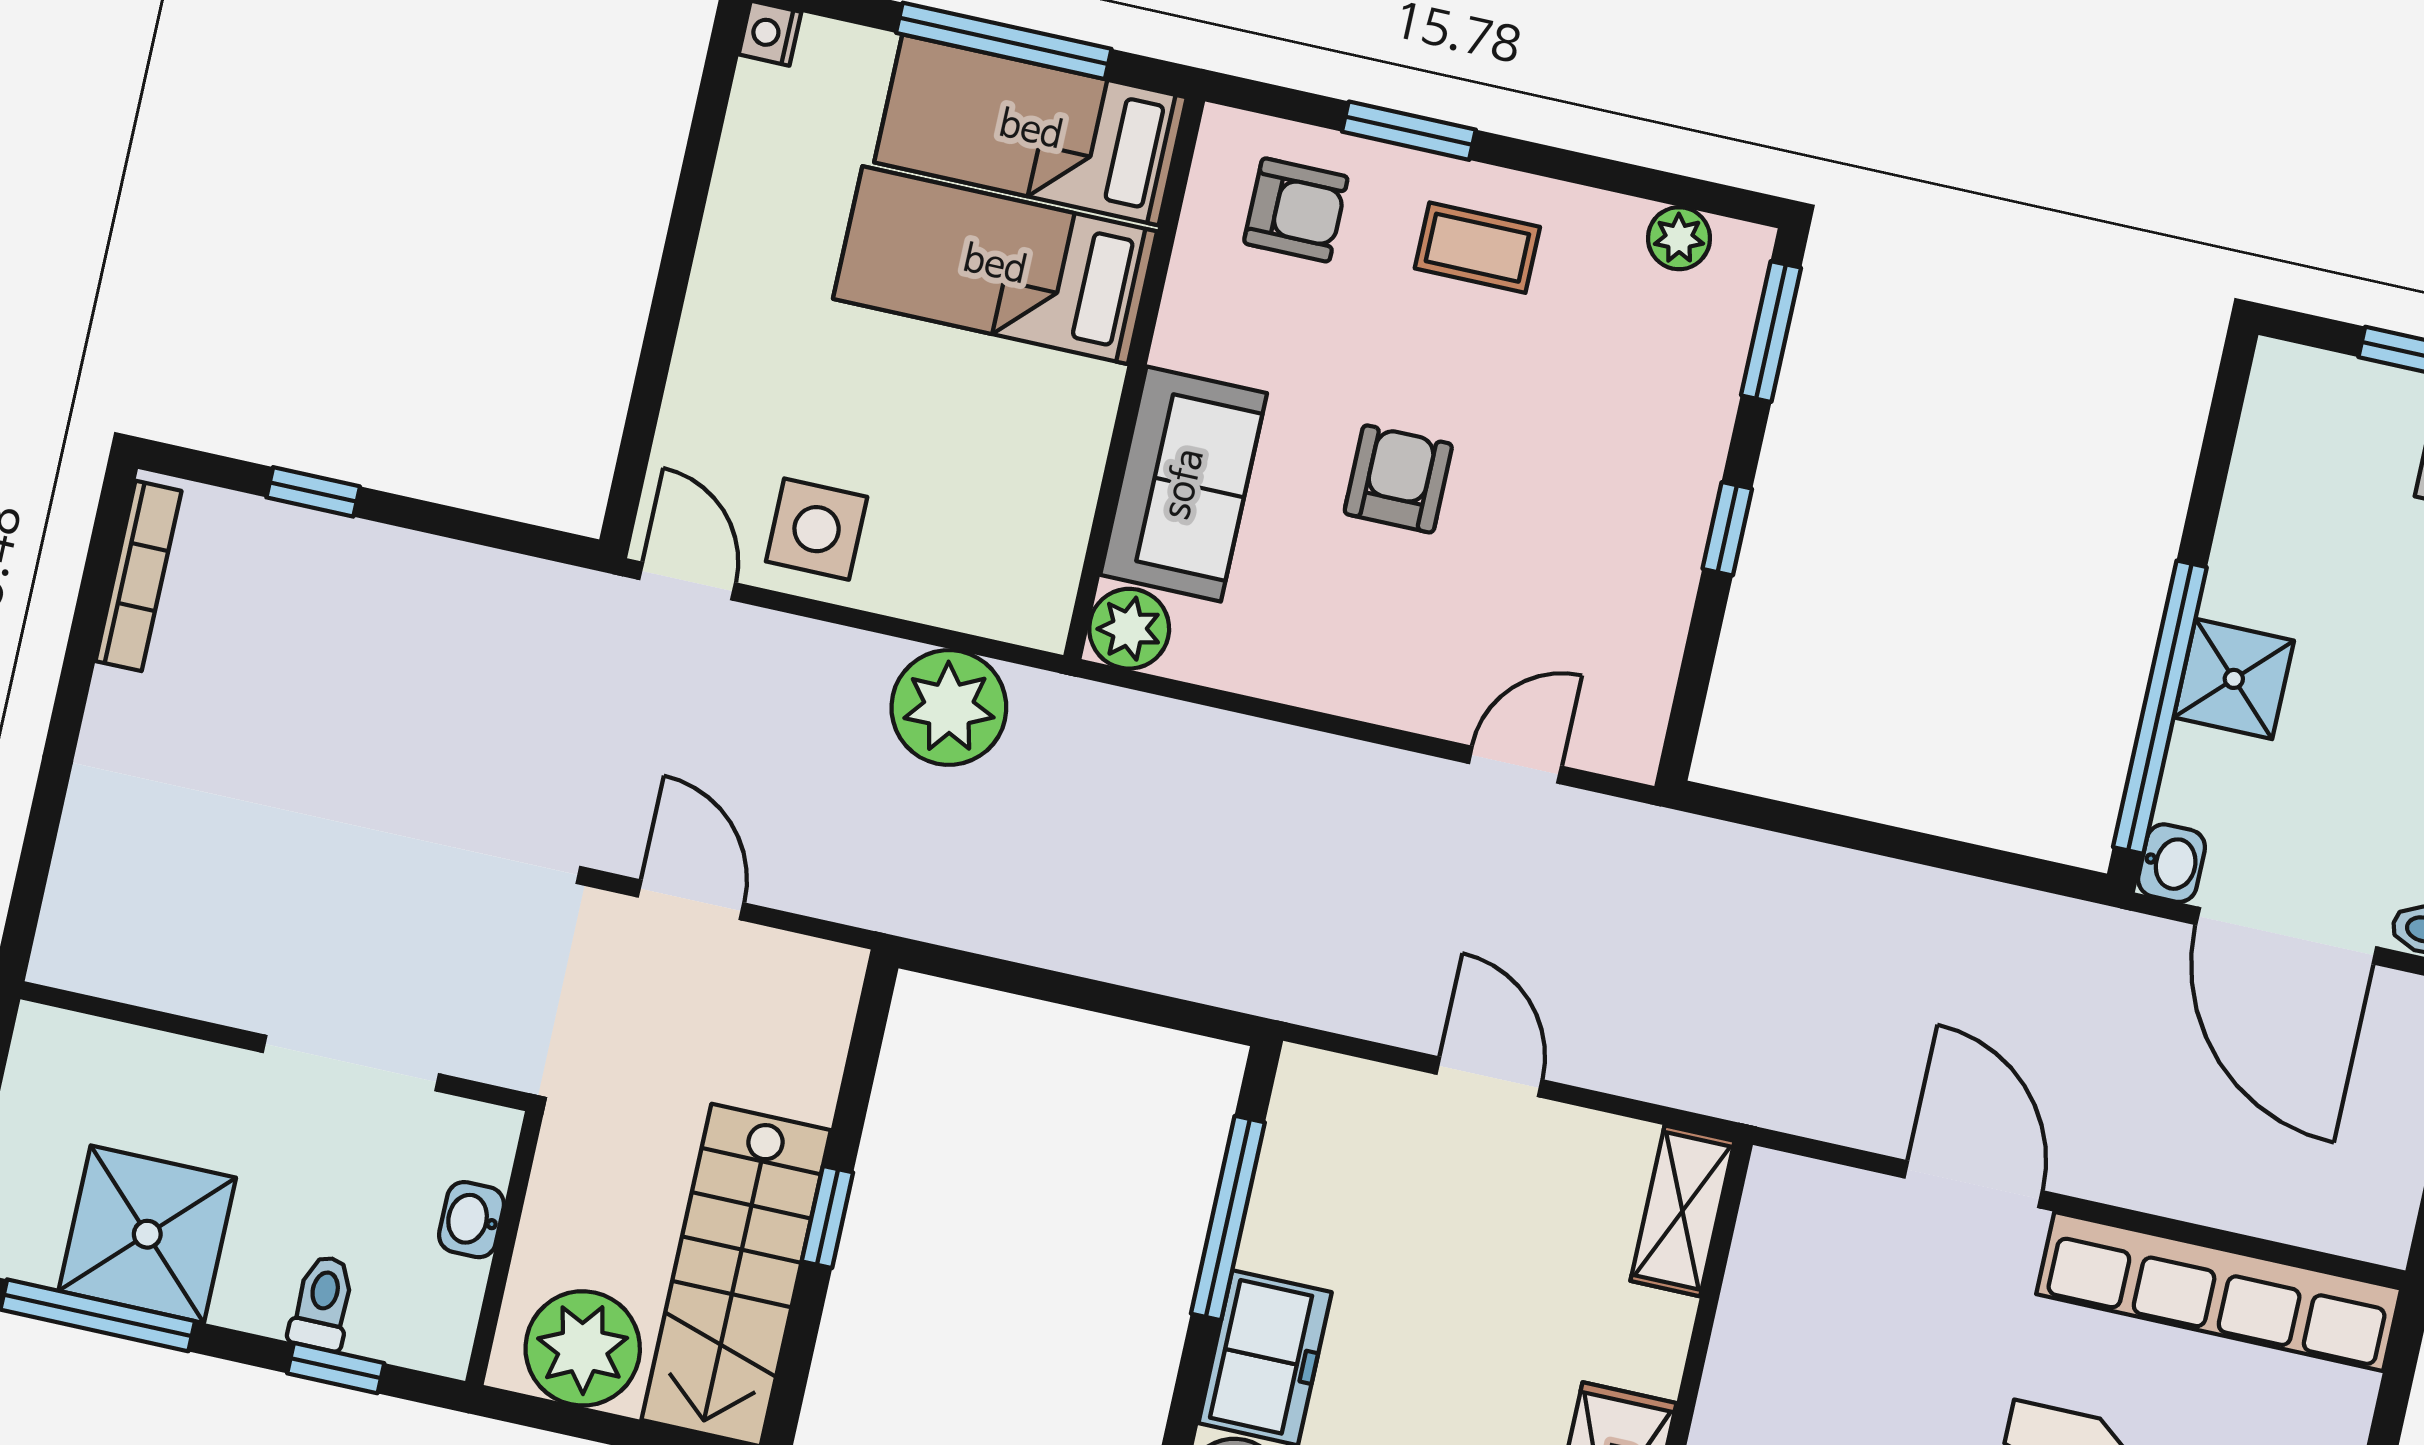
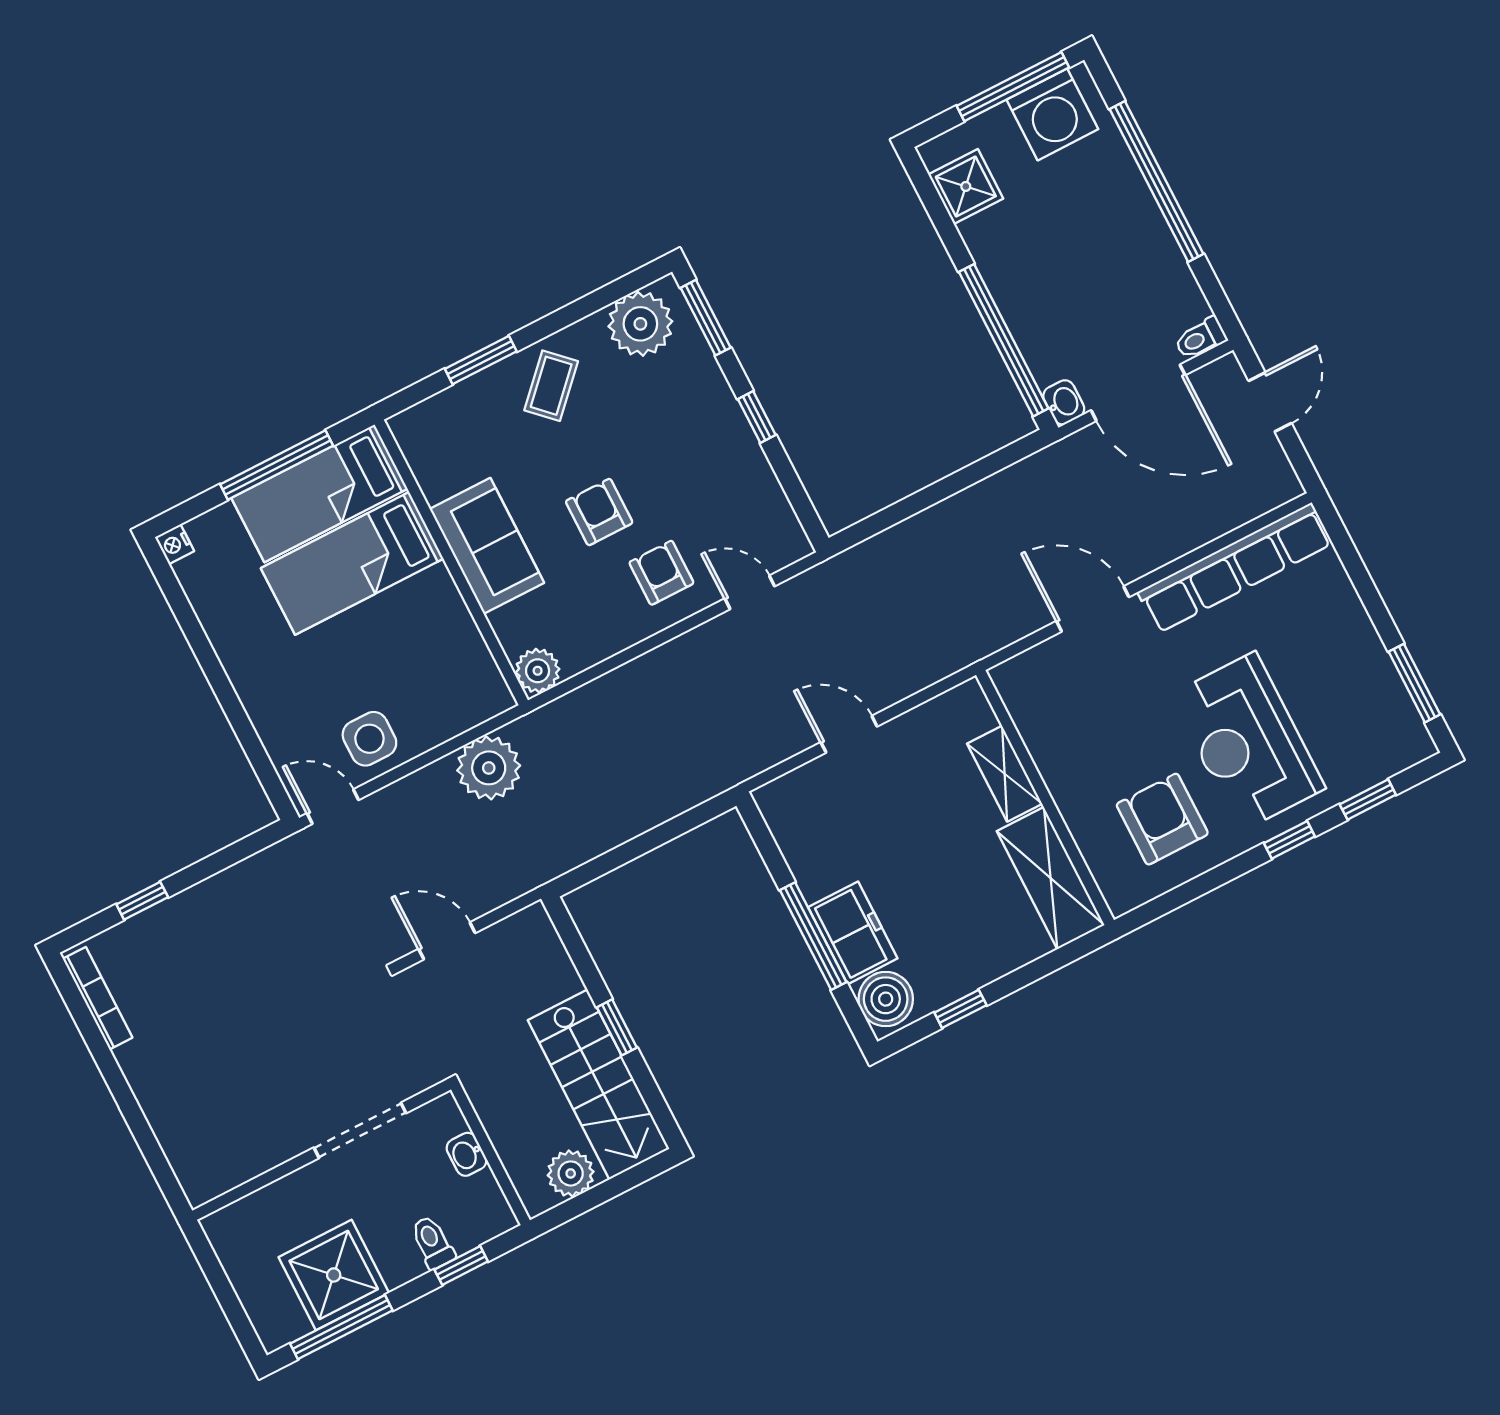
armchair: (1296, 210) -> (661, 573), moved, turned -90
plant: (1679, 238) -> (640, 324), width x1.87, depth x1.87
coffee table: (1477, 248) -> (551, 386), turned -46
sofa: (1184, 484) -> (487, 546), moved
shower: (2234, 679) -> (966, 186), moved
door: (1515, 765) -> (750, 592), hinge flipped
shelving: (1682, 1211) -> (1005, 774), moved
window: (1228, 1218) -> (813, 936), moved
plant: (583, 1348) -> (571, 1173), width x0.73, depth x0.73

